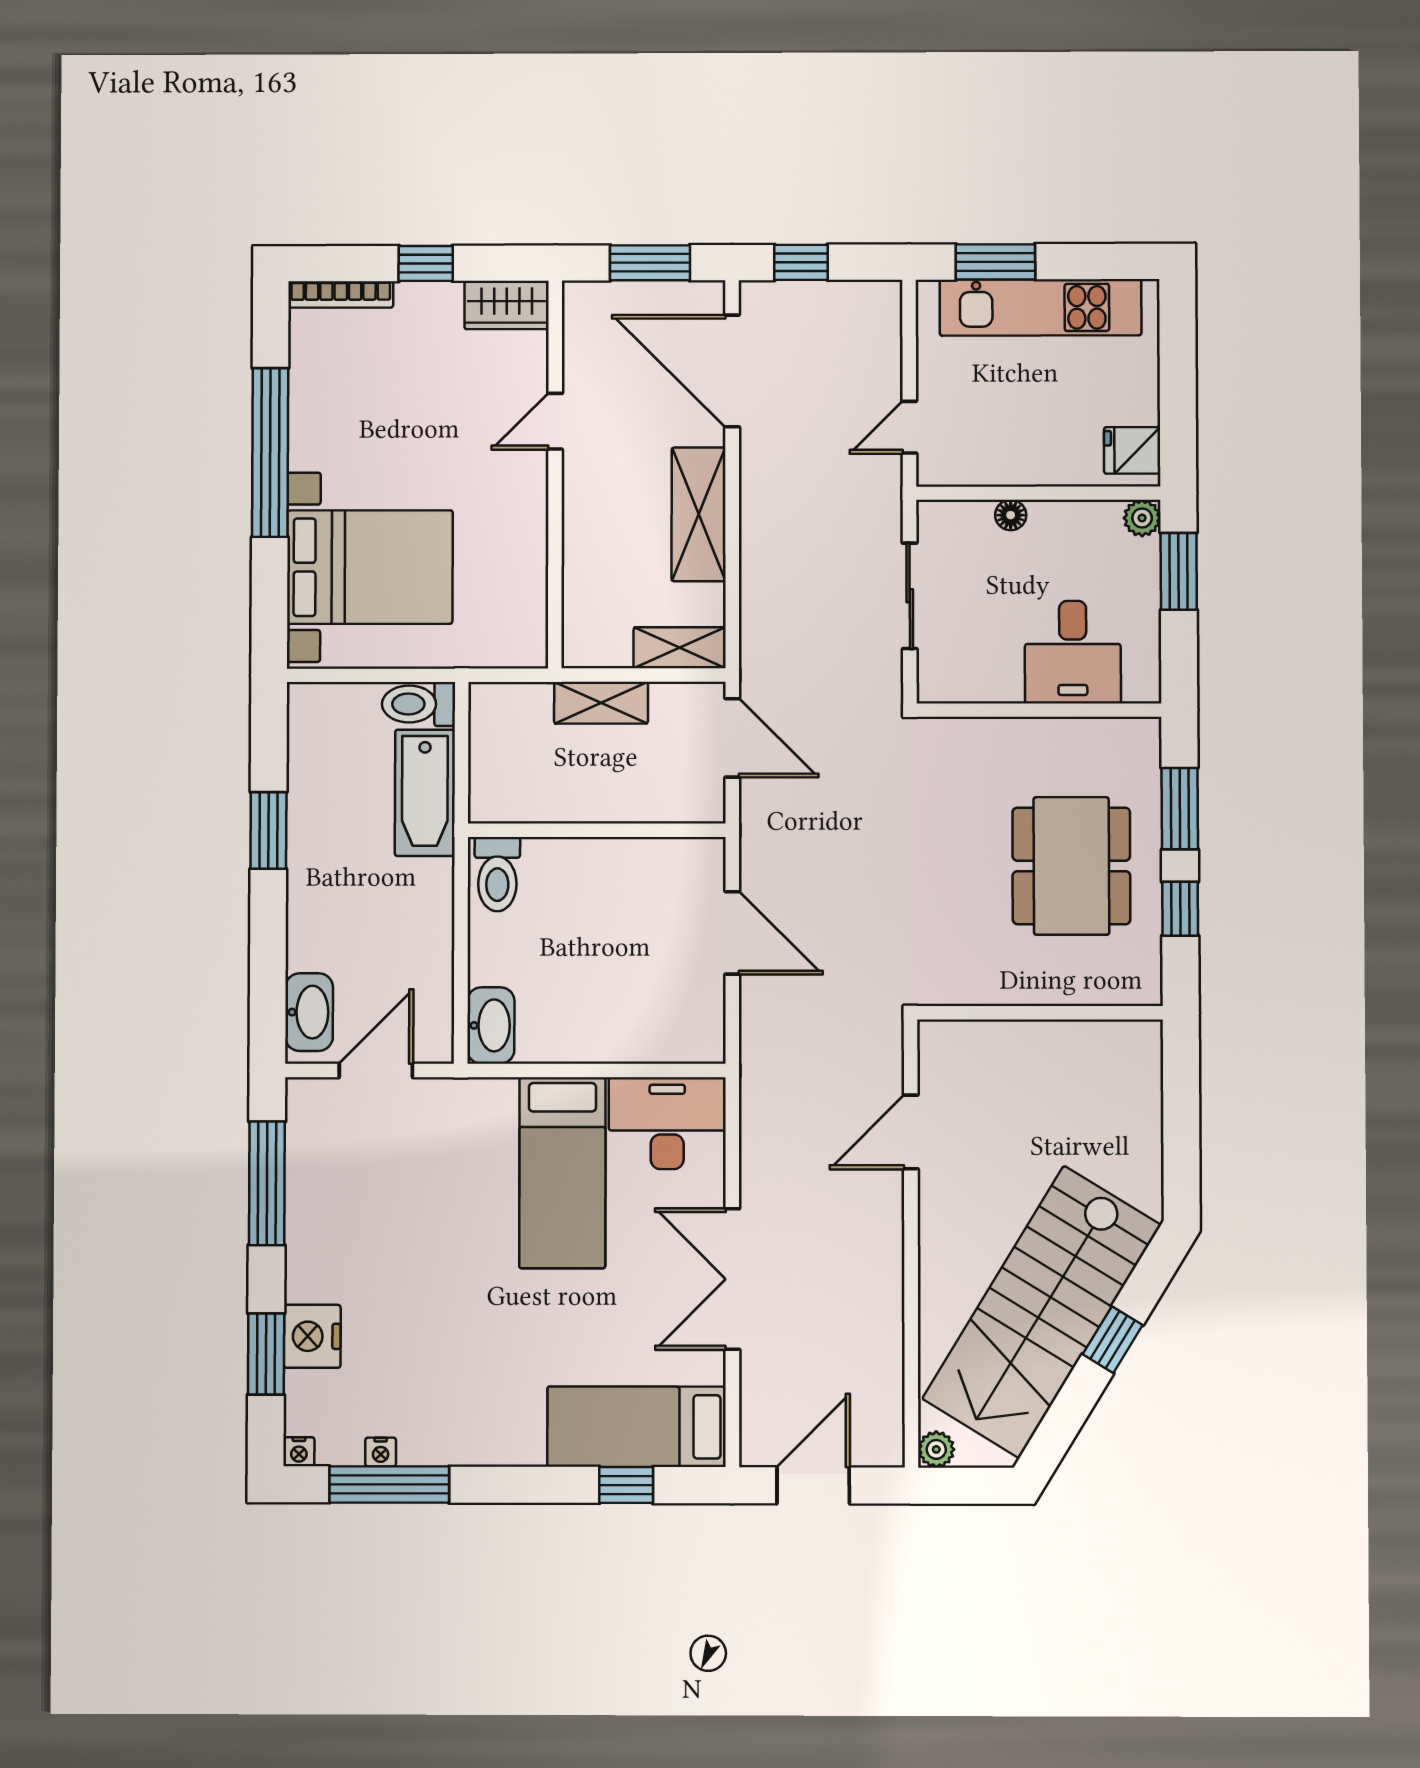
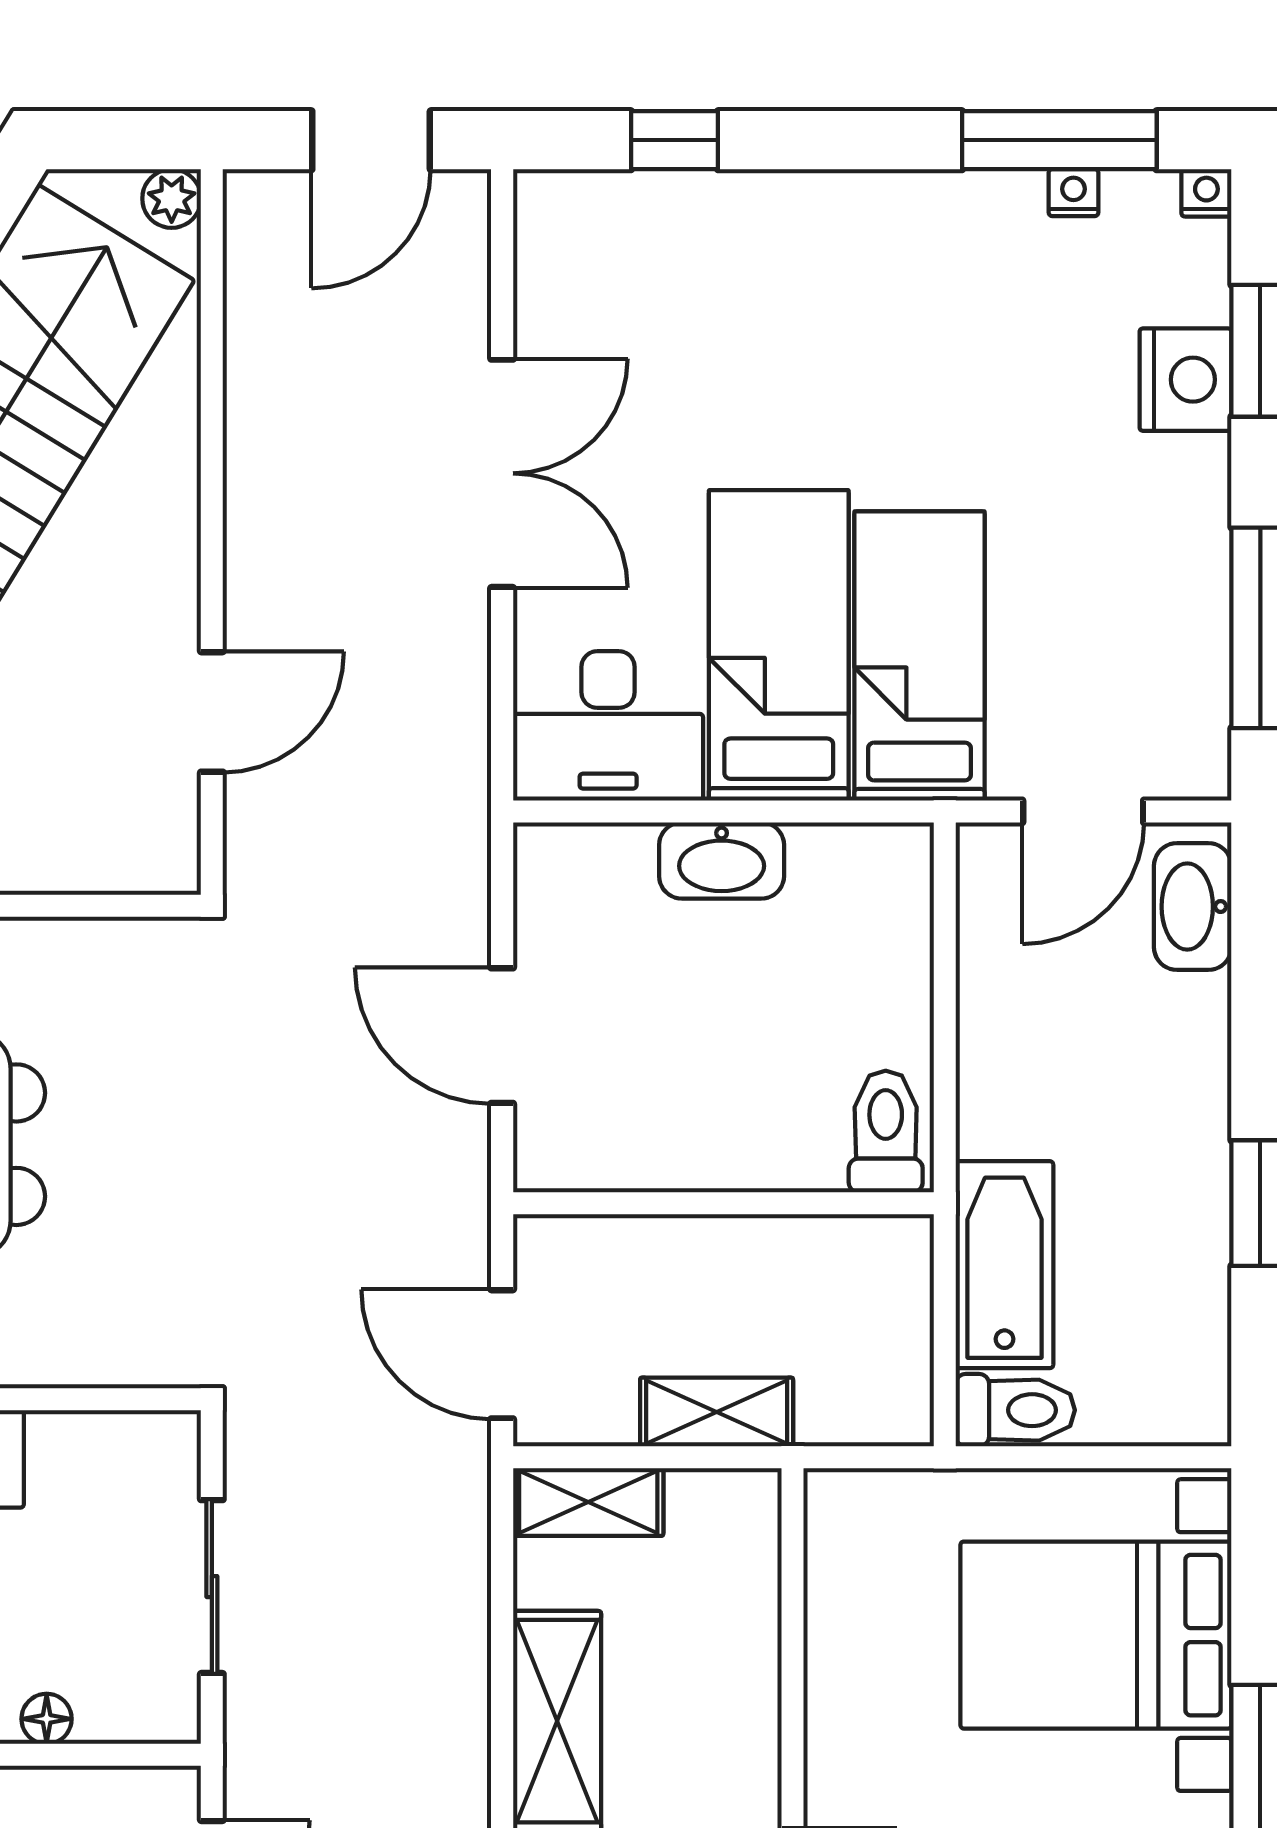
washbasin: (491, 1025) -> (722, 861), moved, turned -90
bed: (637, 1427) -> (919, 656), moved, turned -90

